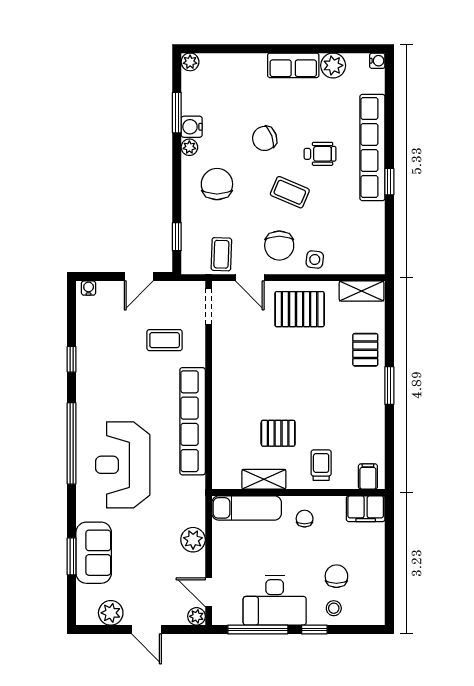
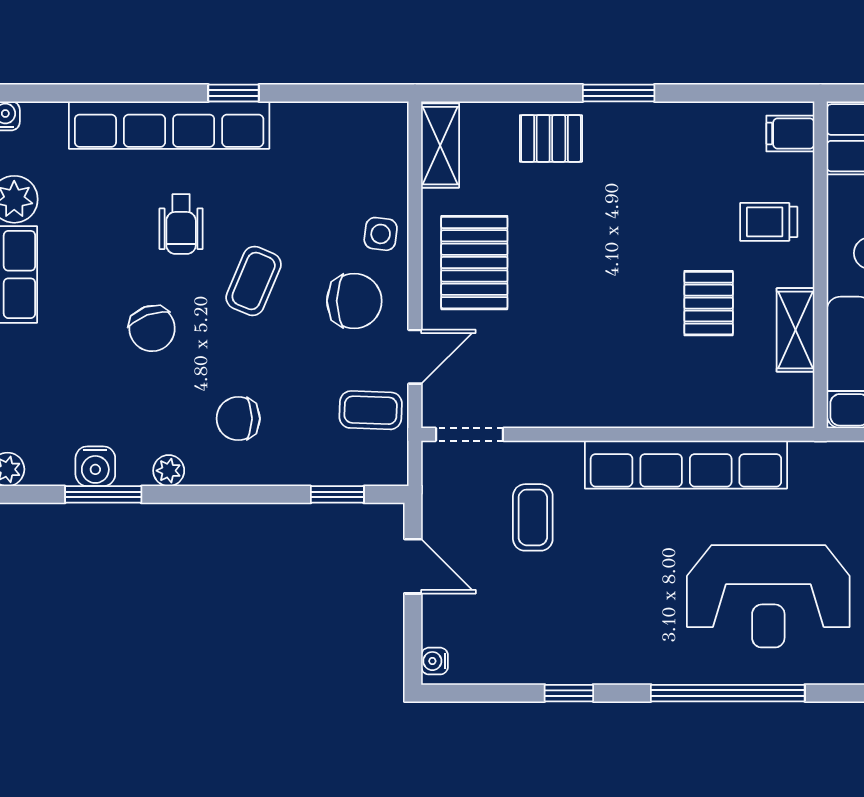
water cooler: (192, 127) -> (95, 466), moved
wheelchair: (320, 154) -> (181, 224), turned 180
chair: (217, 184) -> (238, 419), width x0.73, depth x0.73

